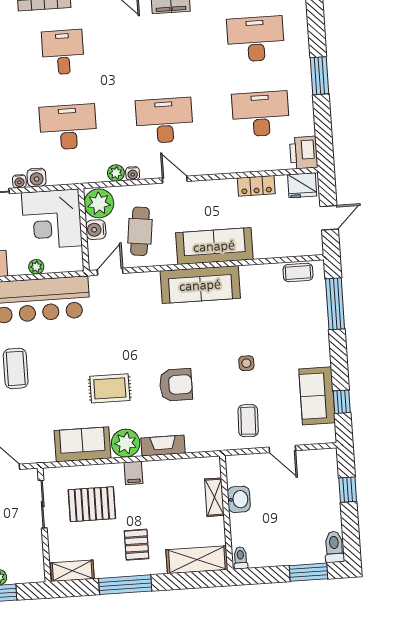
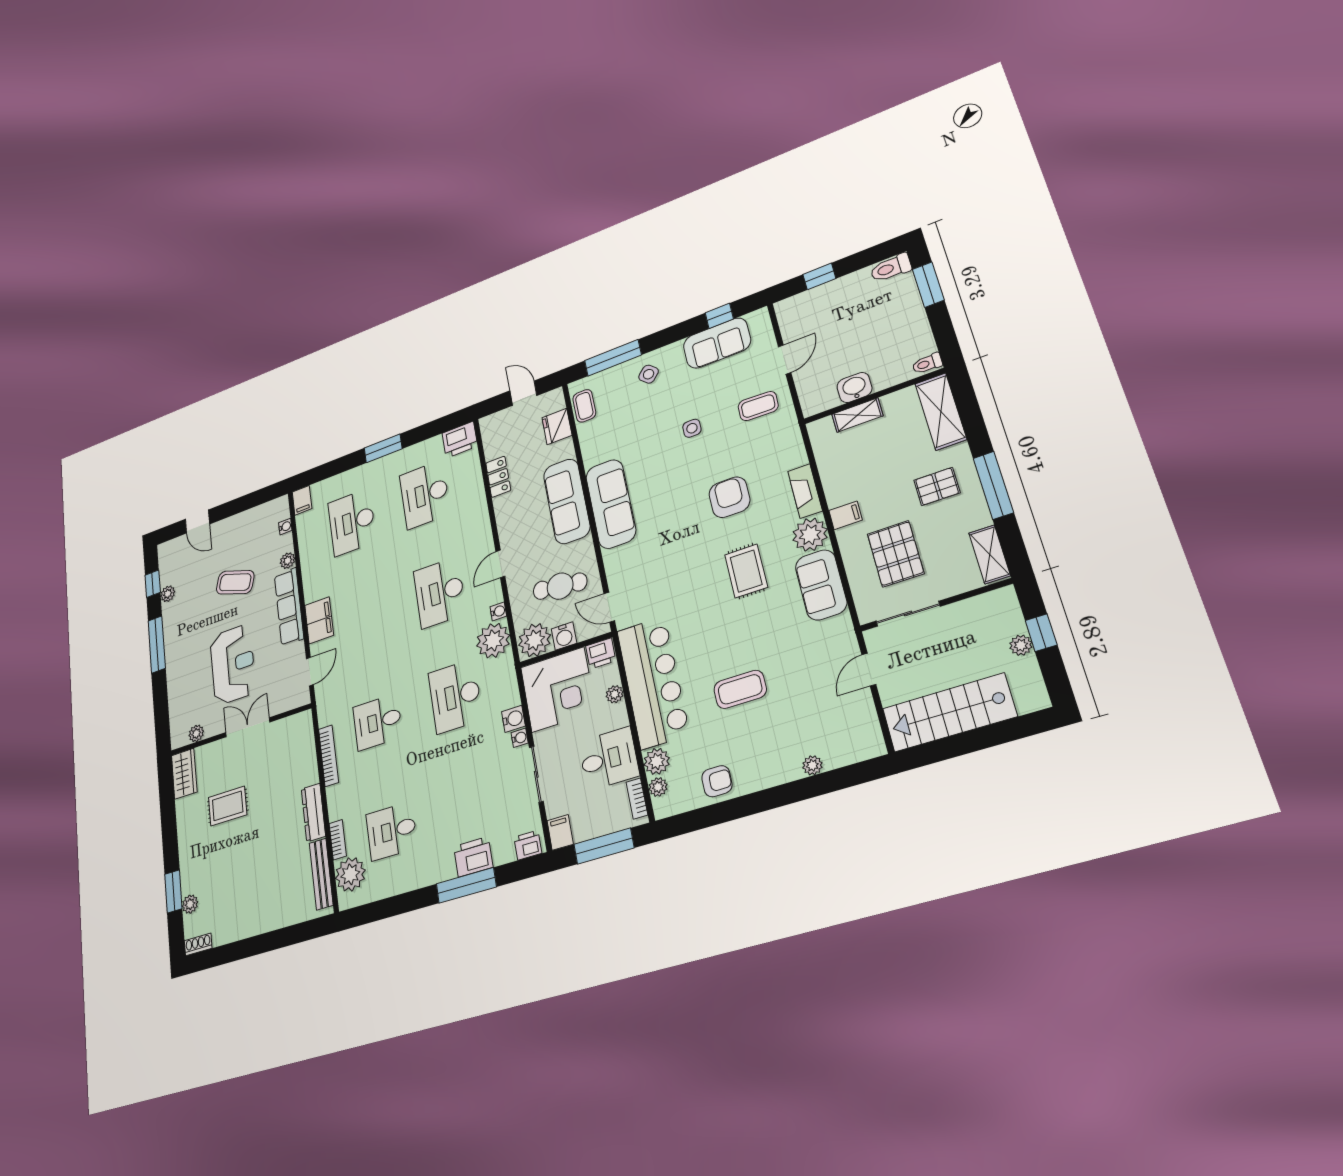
plant: (116, 173) -> (493, 641), width x1.87, depth x1.87
fridge: (302, 185) -> (557, 426), moved, turned 180
printer: (73, 259) -> (601, 653), added
side table: (309, 333) -> (649, 374), added

